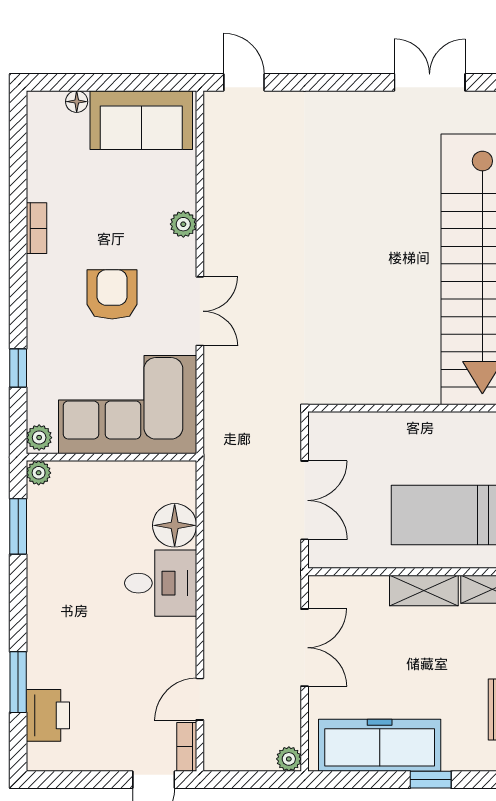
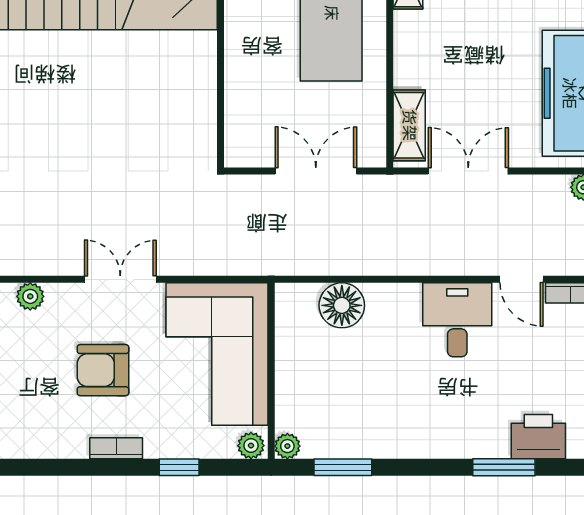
bookcase: (36, 228) -> (116, 448), moved
desk: (161, 583) -> (457, 320), moved
shelving: (424, 590) -> (409, 125), moved

